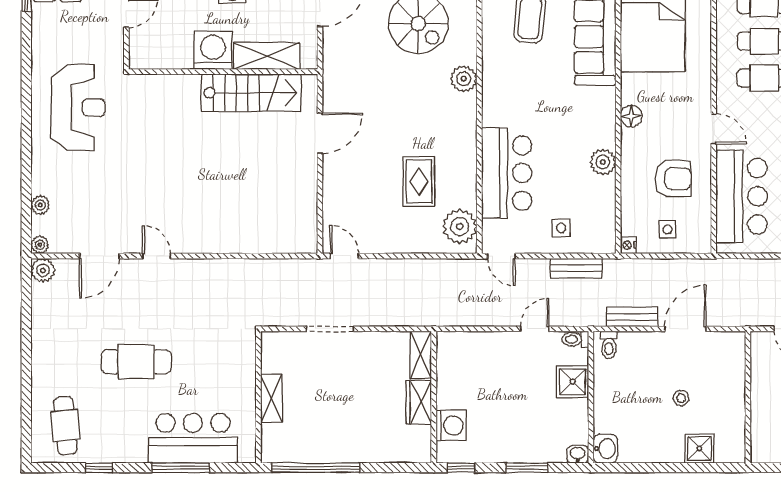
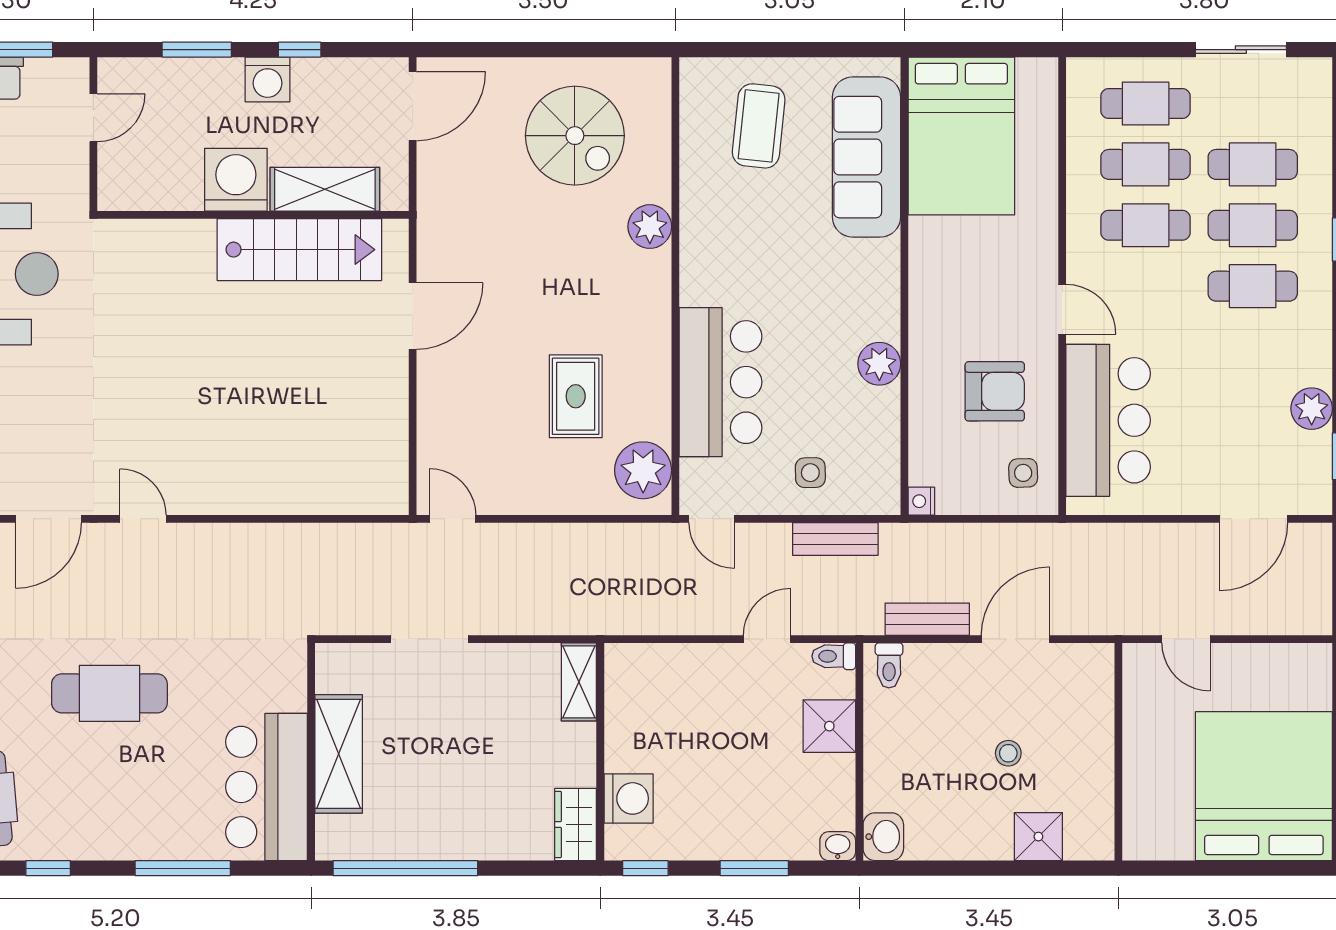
floor lamp: (631, 116) -> (926, 288), removed
side table: (667, 229) -> (1023, 473), moved
shelving: (272, 398) -> (339, 754), width x1.50, depth x1.33
wardrobe: (419, 402) -> (576, 825), moved
bar counter: (193, 438) -> (267, 787), moved, turned -90

